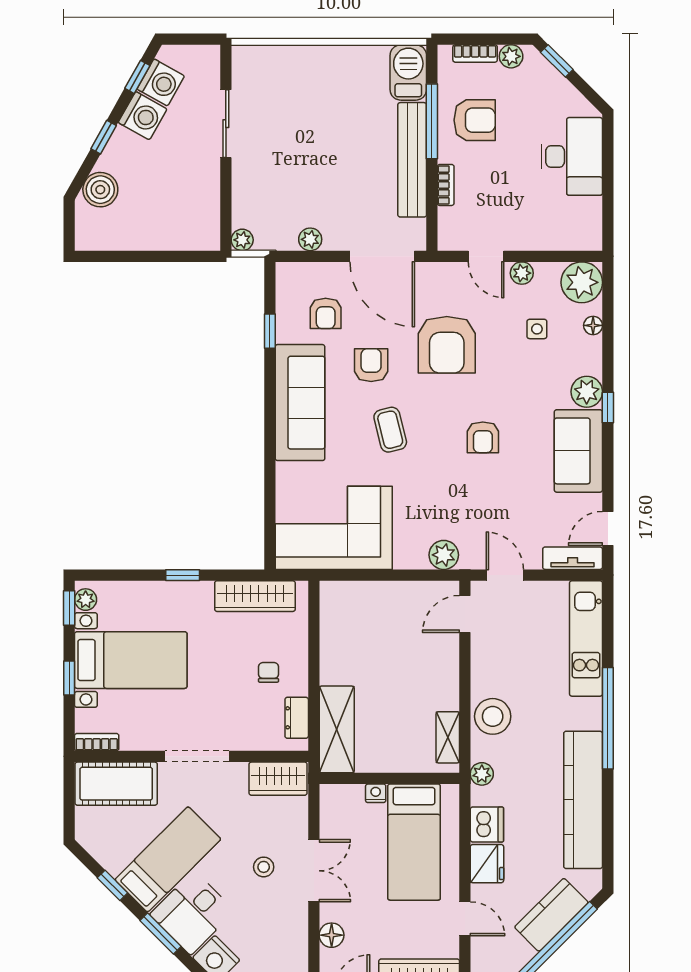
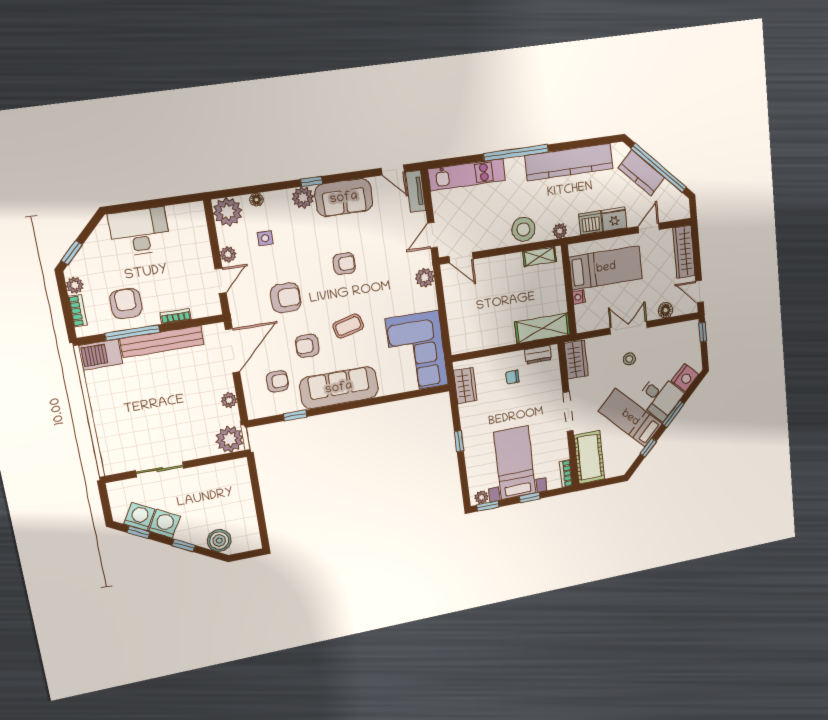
plant: (242, 240) -> (230, 439), width x1.88, depth x1.88
armchair: (447, 345) -> (286, 298), width x0.73, depth x0.73
wardrobe: (255, 596) -> (465, 386), width x0.67

